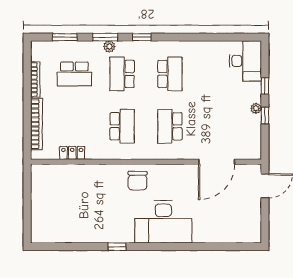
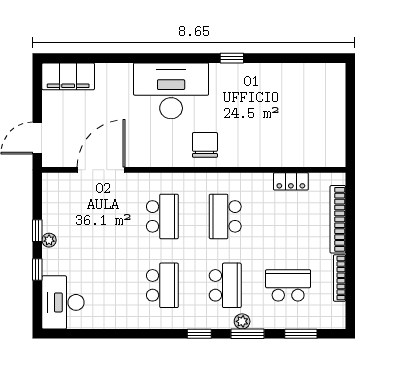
school desk: (170, 74) -> (162, 285), turned 180
filing cabinet: (242, 233) -> (68, 76), added

